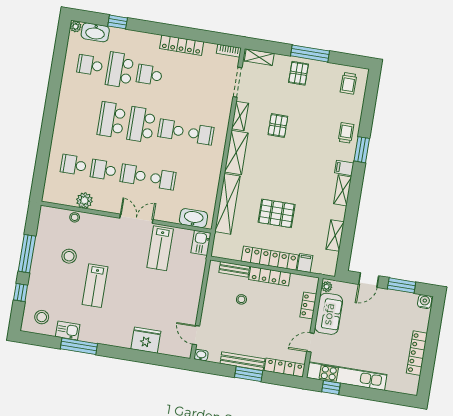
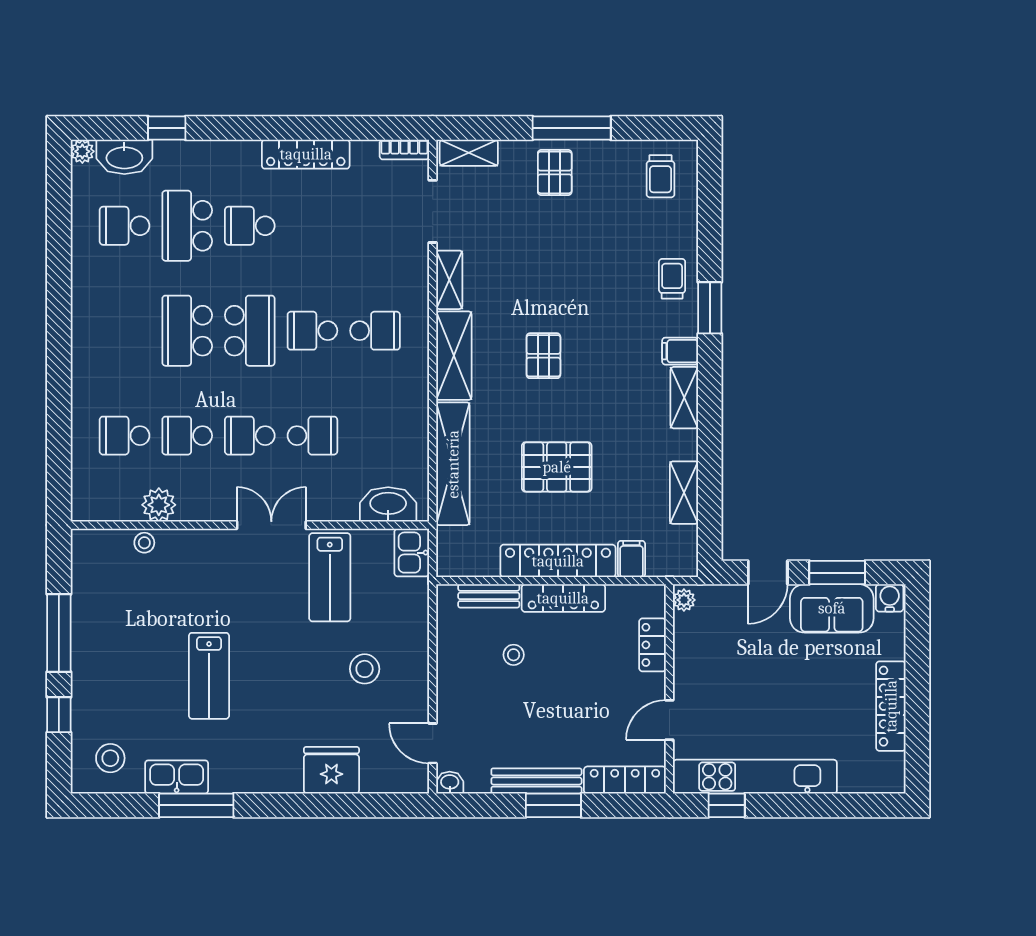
school desk: (141, 125) -> (250, 331), turned 180
pallet: (278, 125) -> (543, 356), moved
stool: (69, 256) -> (365, 669), moved
sofa: (329, 314) -> (832, 608), moved, turned 90
kitchen sink: (68, 331) -> (177, 777), width x1.38

